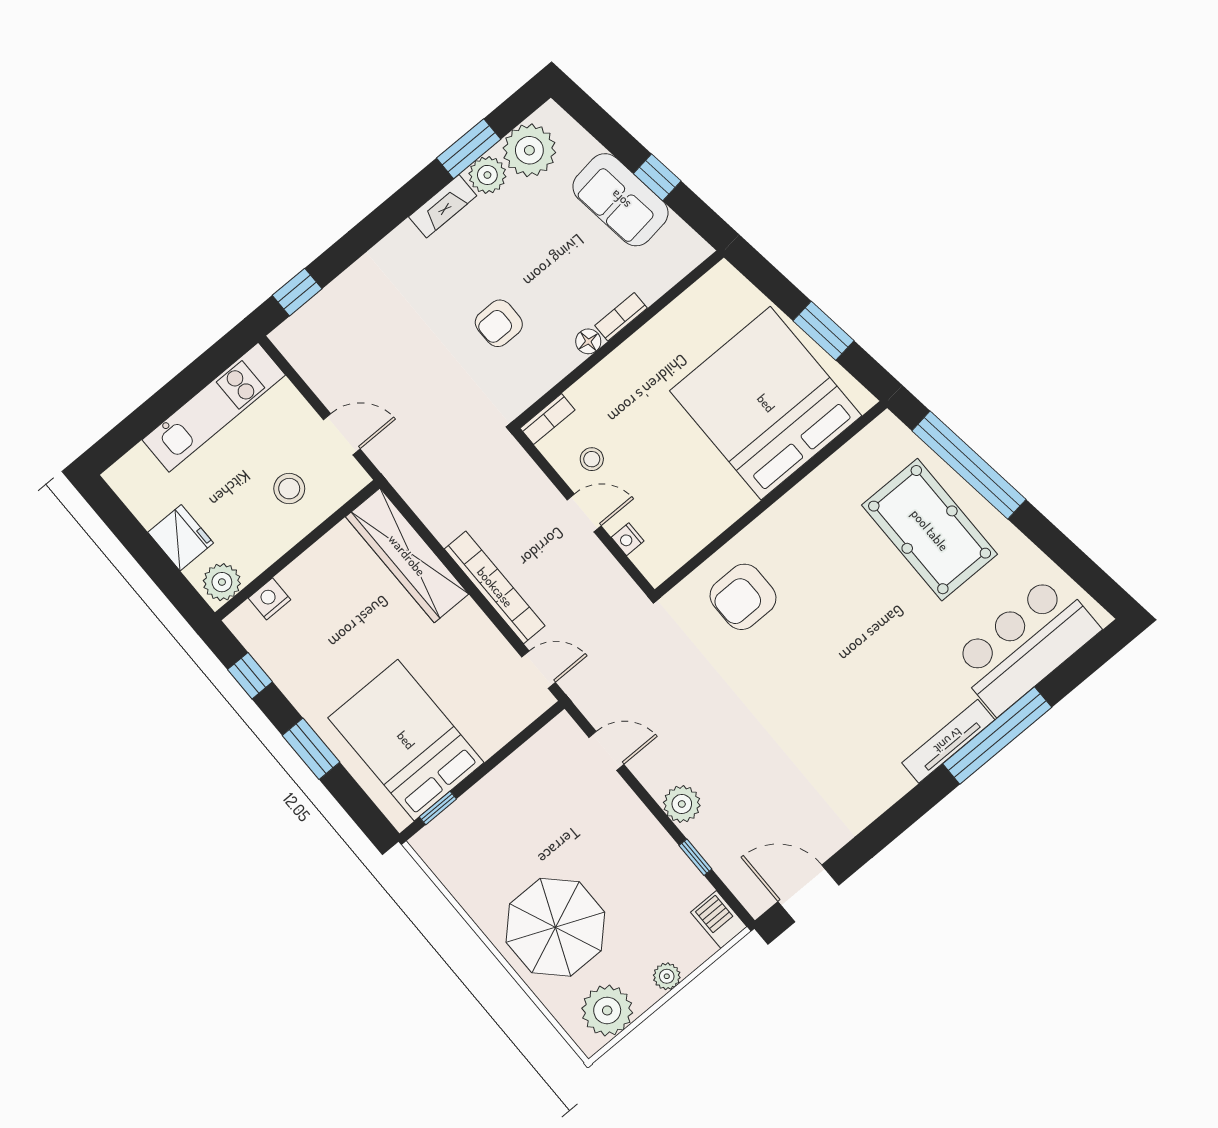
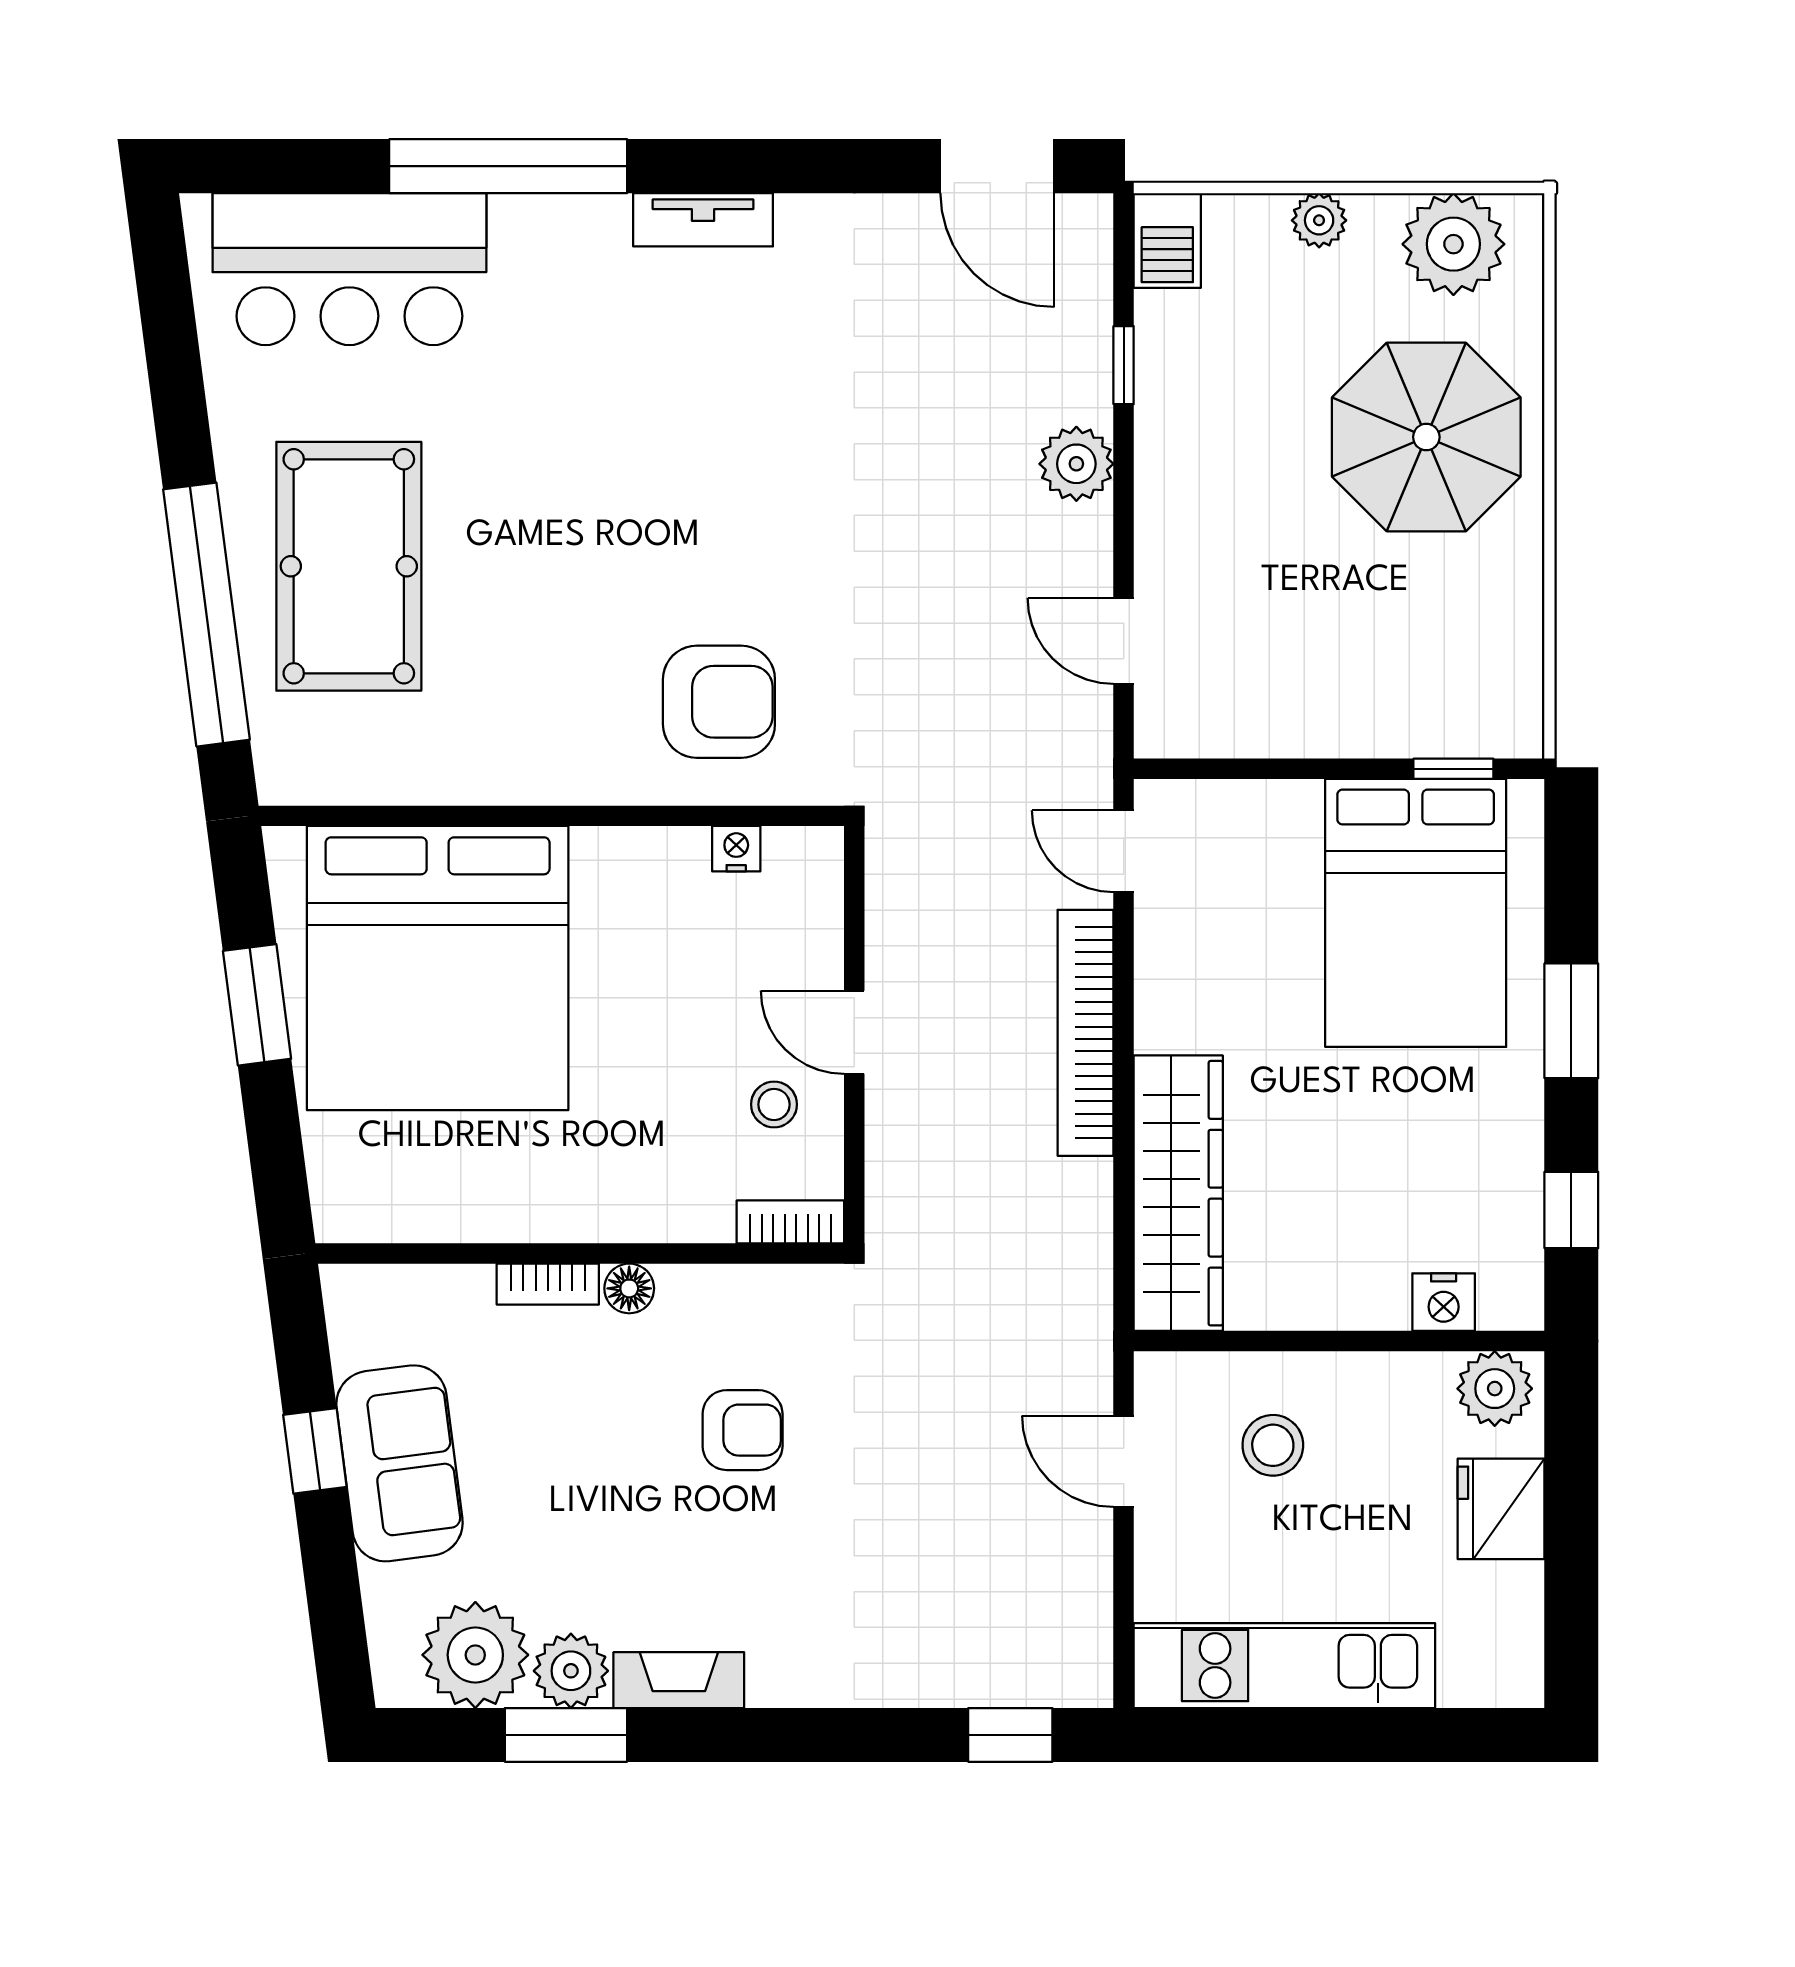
nightstand: (628, 539) -> (736, 849), moved, turned -90
tv unit: (948, 741) -> (703, 220), moved, width x0.71

